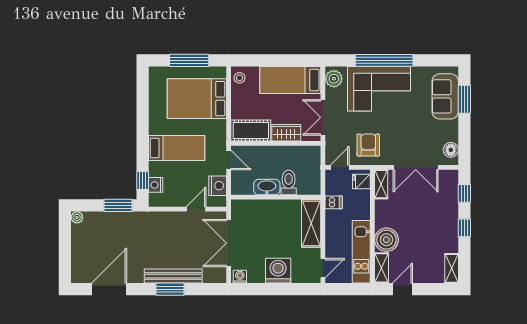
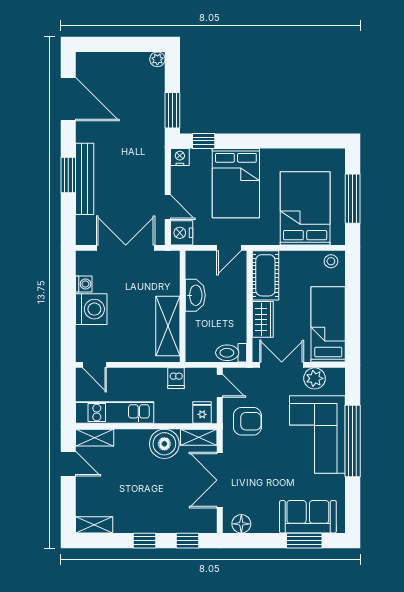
plant: (334, 79) -> (315, 378), moved
bed: (177, 148) -> (236, 183), width x1.50
toilet: (289, 182) -> (231, 353), moved, turned 180
nightstand: (156, 185) -> (180, 157), moved
nightstand: (218, 186) -> (182, 233), moved, turned 90
shelving: (311, 223) -> (168, 326), moved, turned 90
boiler: (386, 240) -> (164, 444), moved
washing machine: (240, 277) -> (84, 284), moved

